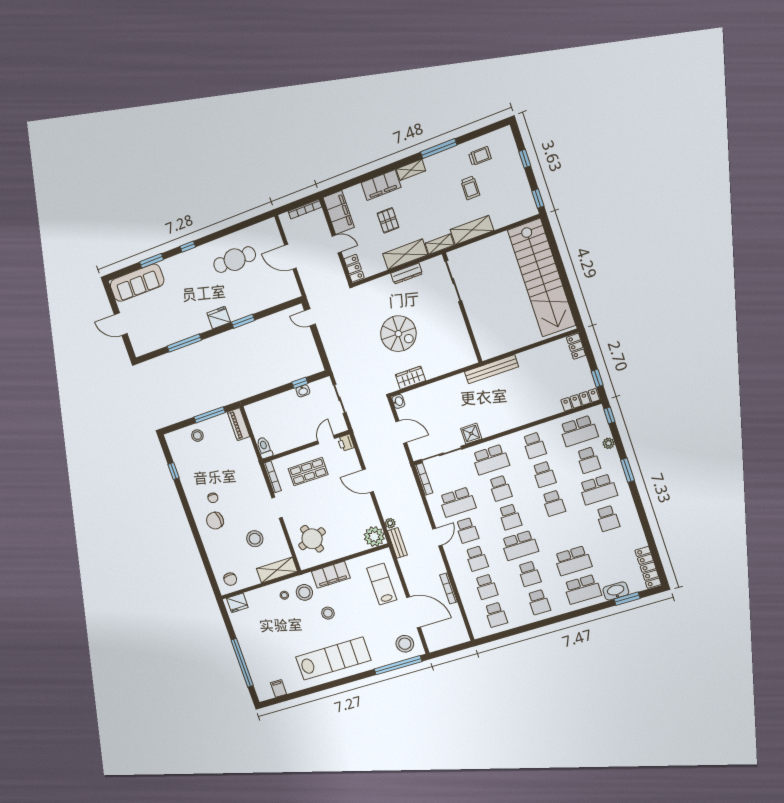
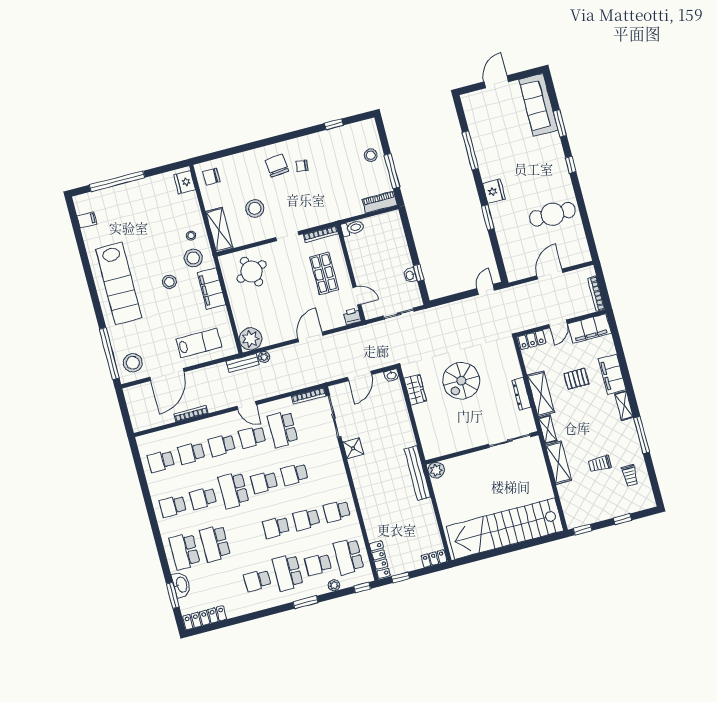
cafe table: (235, 260) -> (552, 214), turned 90
plant: (487, 351) -> (436, 470), added
school desk: (491, 460) -> (325, 466), removed

